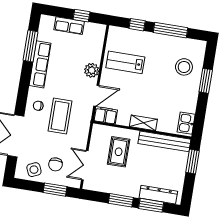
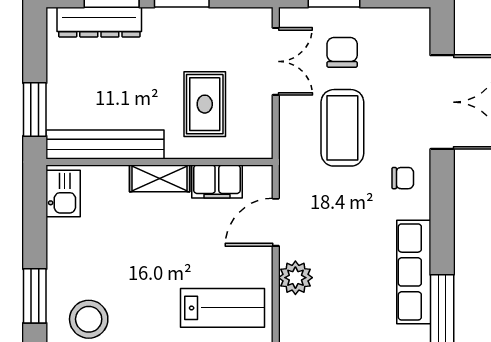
filing cabinet: (105, 115) -> (217, 182), moved
coffee table: (60, 116) -> (342, 128), moved
side table: (34, 170) -> (389, 33), removed

